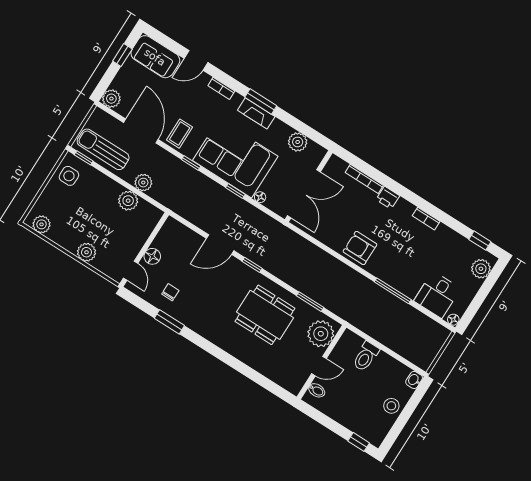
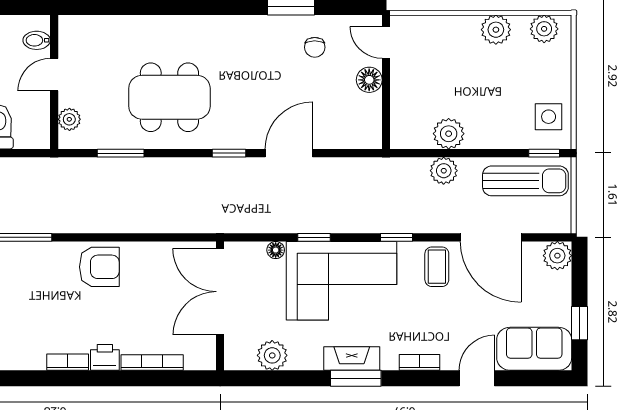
bookcase: (426, 219) -> (68, 362), moved
plant: (86, 252) -> (496, 30), moved
plant: (321, 334) -> (69, 119), width x0.53, depth x0.53

